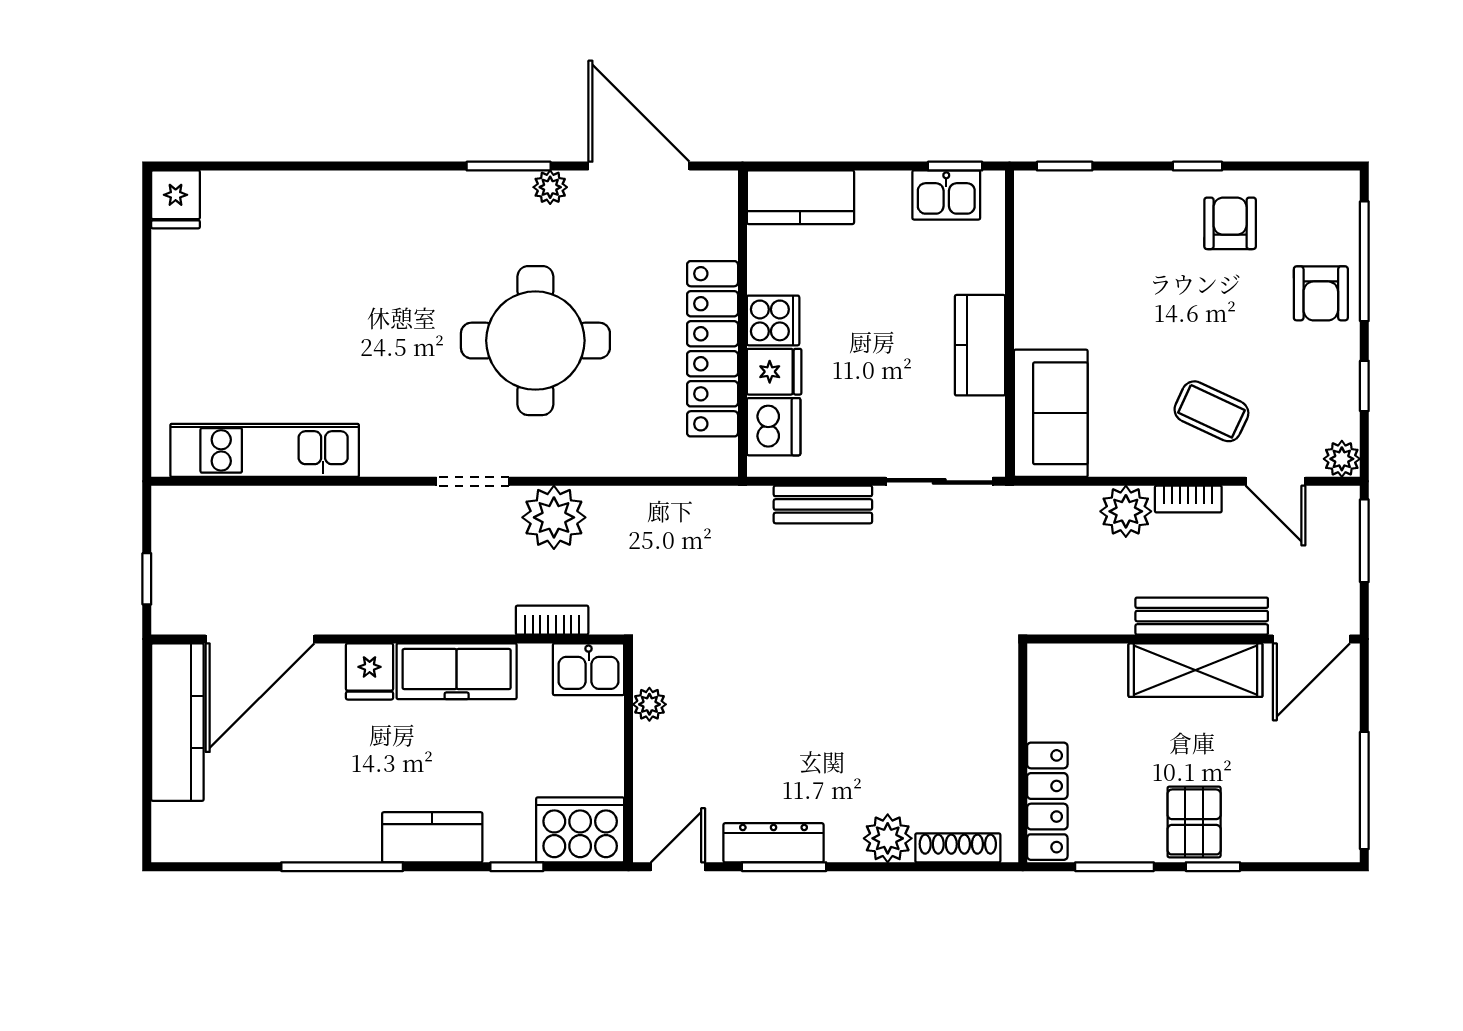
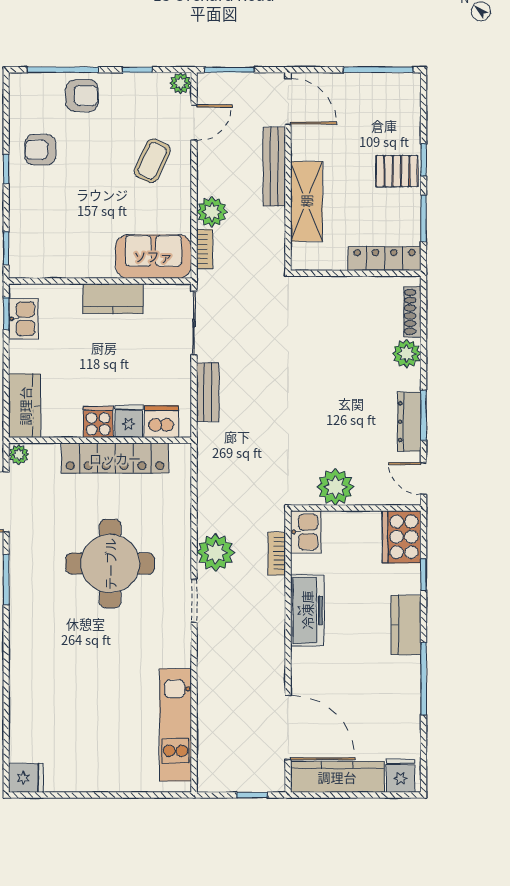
plant: (550, 187) -> (19, 455), moved
bookcase: (1188, 499) -> (205, 249), moved
shelving: (1195, 670) -> (306, 201), moved
fridge: (370, 671) -> (400, 776), moved, turned -90
plant: (649, 704) -> (335, 487), width x1.88, depth x1.88

